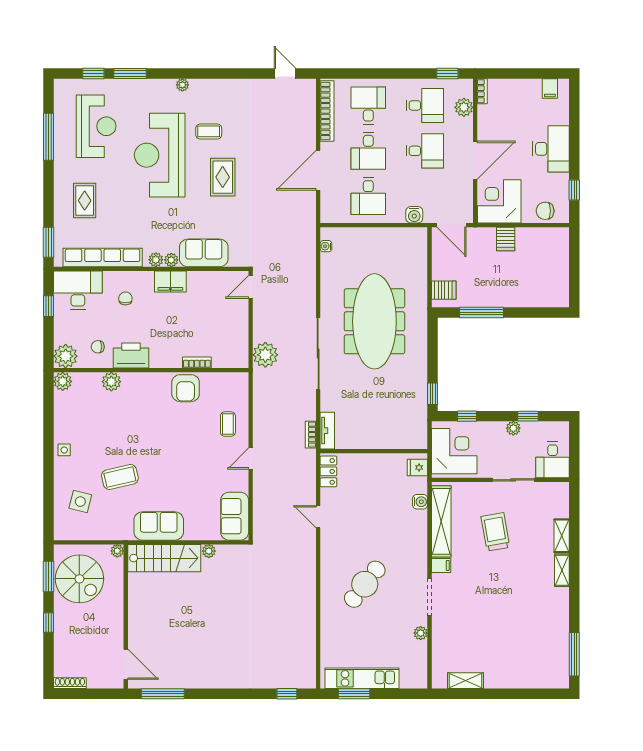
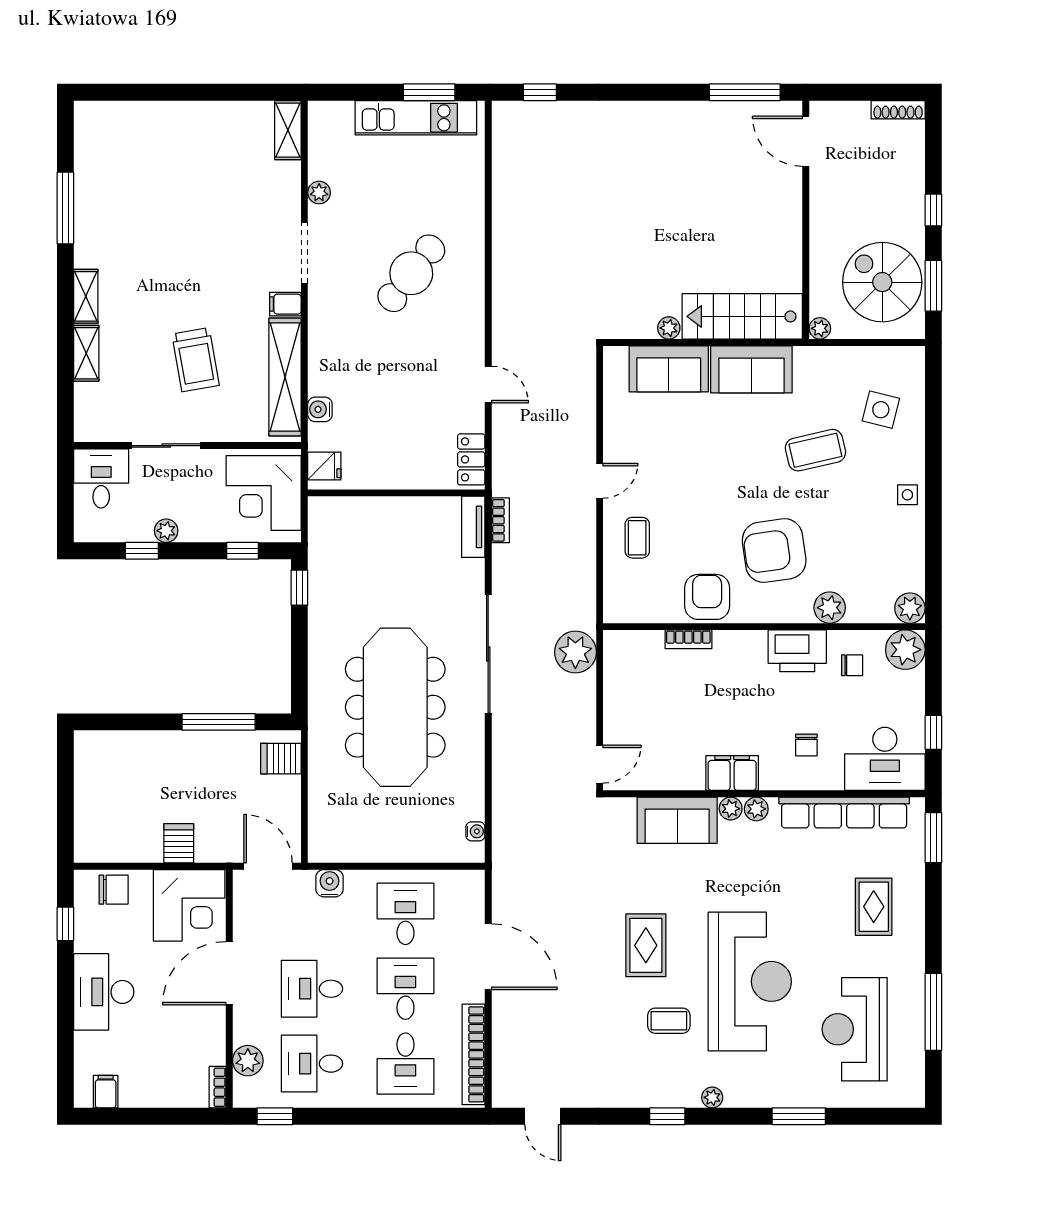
window: (93, 74) -> (667, 1116), moved
door: (318, 170) -> (488, 957), hinge flipped
armchair: (145, 416) -> (774, 551), added
sofa: (235, 516) -> (669, 369), moved, turned 90
window: (574, 654) -> (65, 208), moved
shelving: (466, 681) -> (288, 130), moved, turned 90

